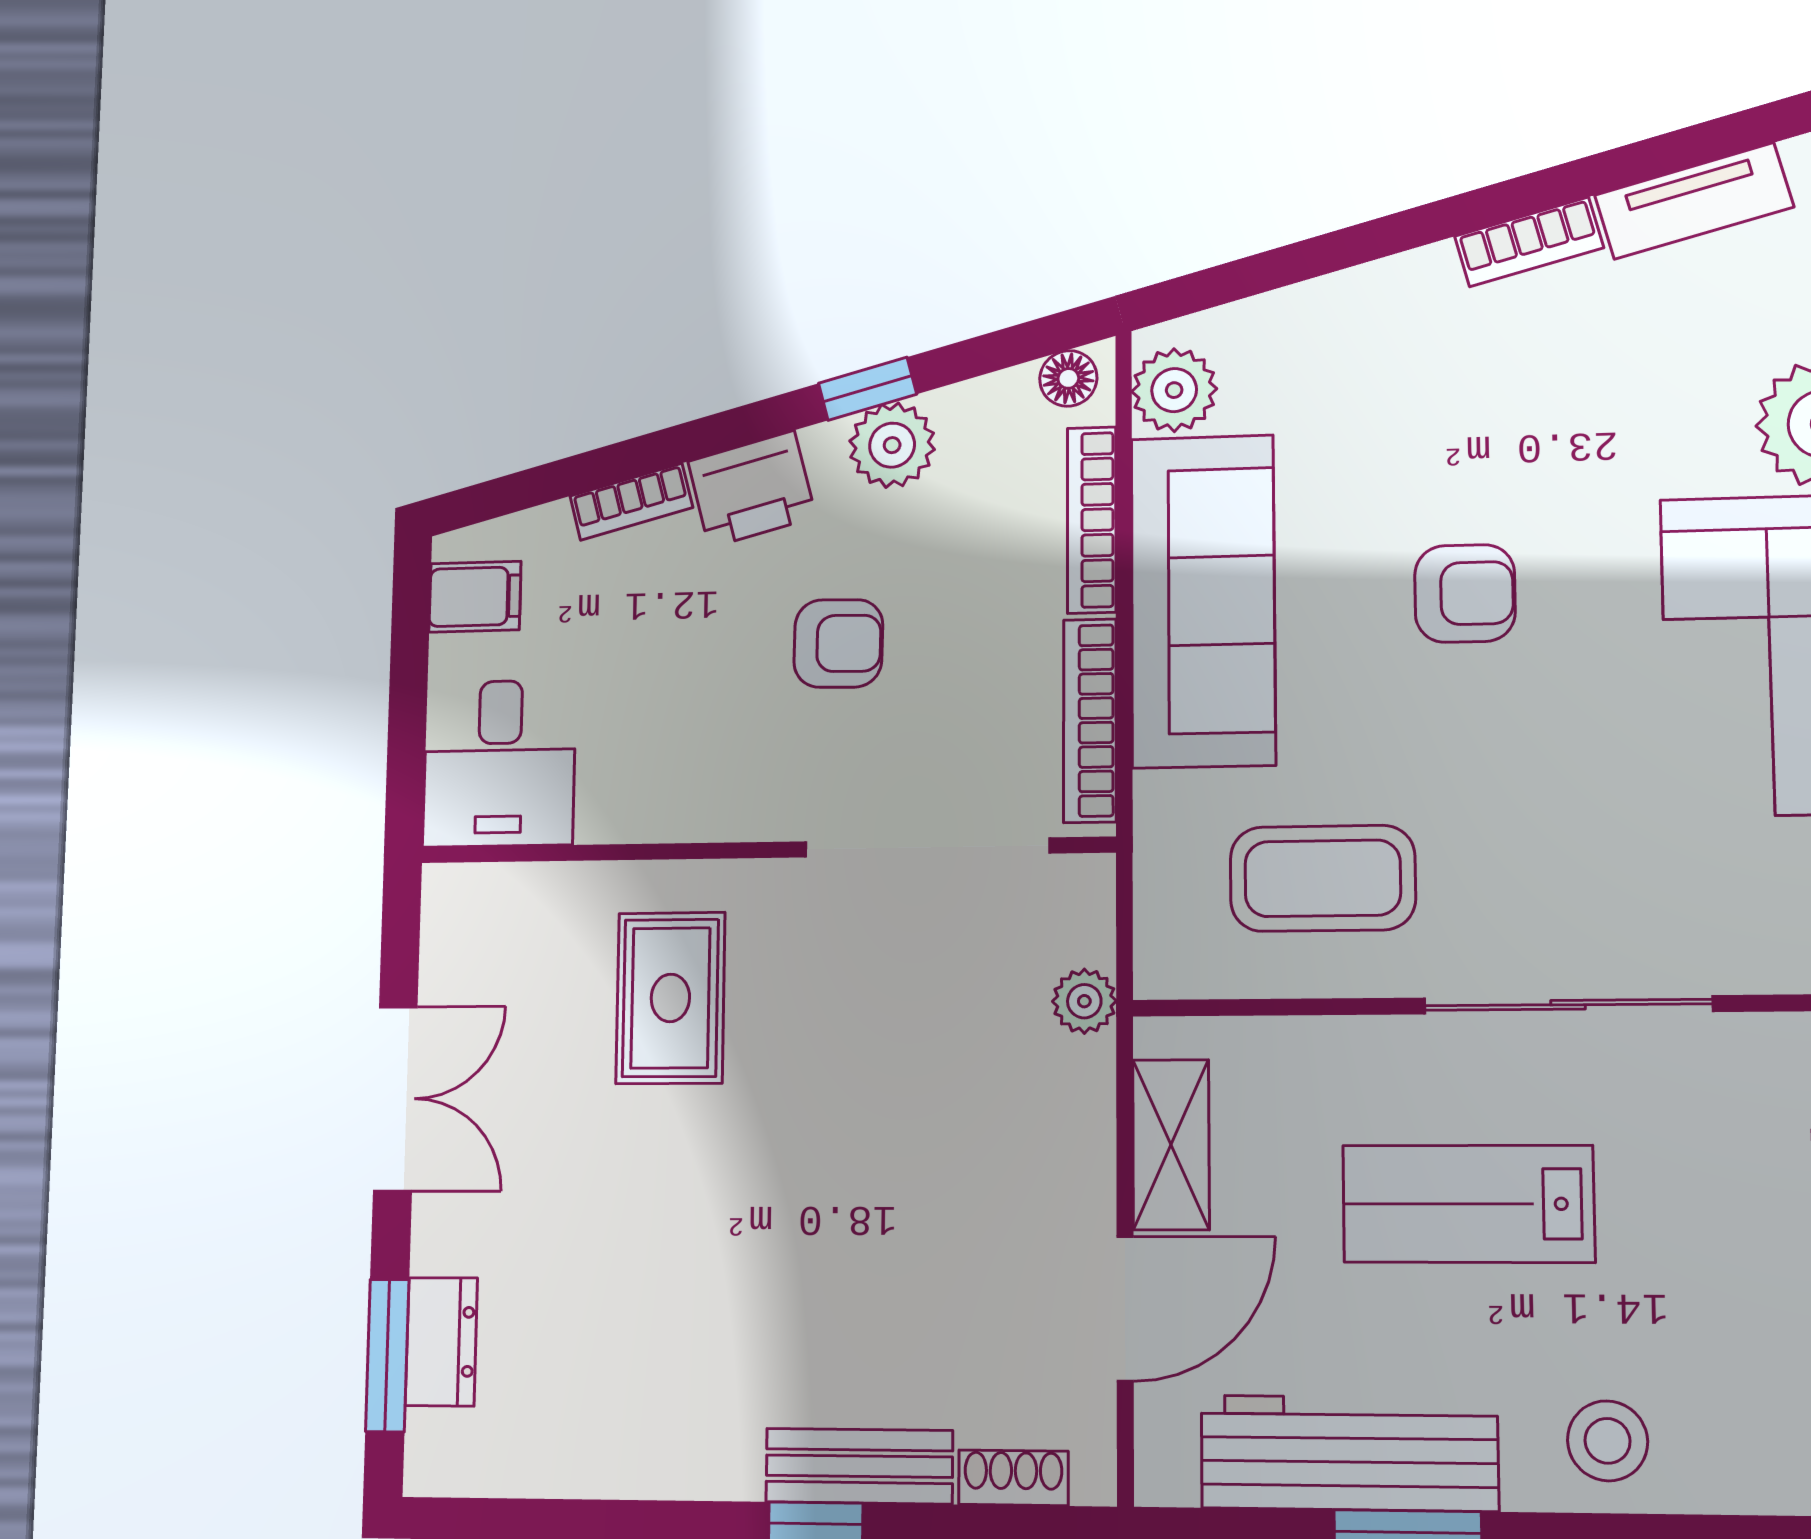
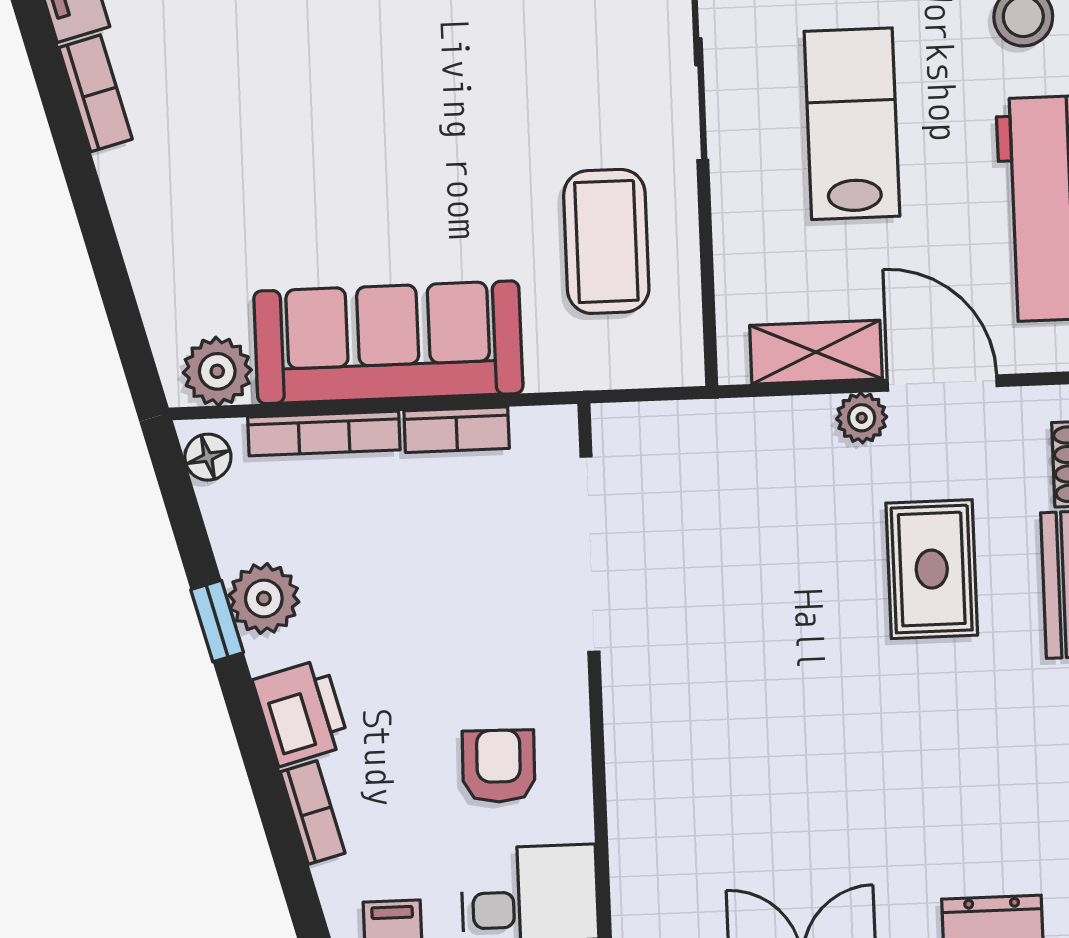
armchair: (1465, 593) -> (380, 137), removed
armchair: (838, 643) -> (499, 766), moved
bookcase: (1090, 720) -> (457, 430), width x0.64
rug: (670, 998) -> (932, 569), moved, turned 90
plant: (1084, 1001) -> (862, 418), moved
lab bench: (1468, 1204) -> (852, 124), turned 180

